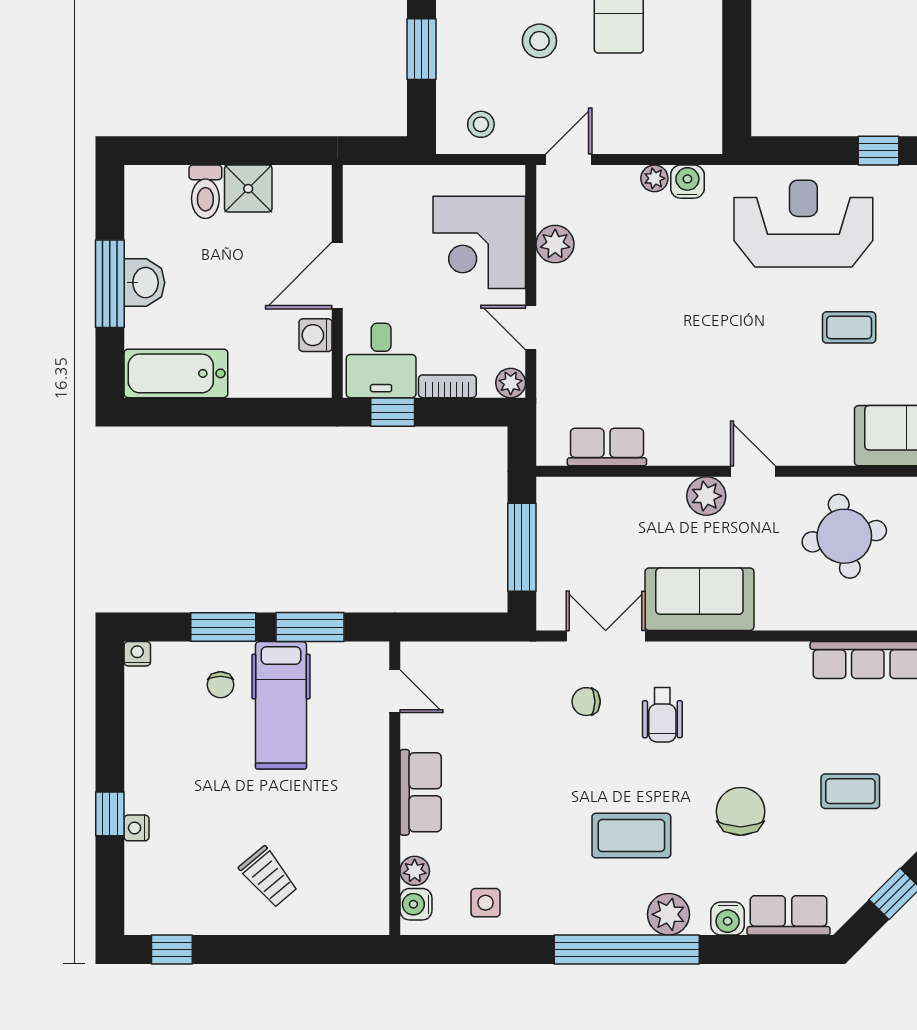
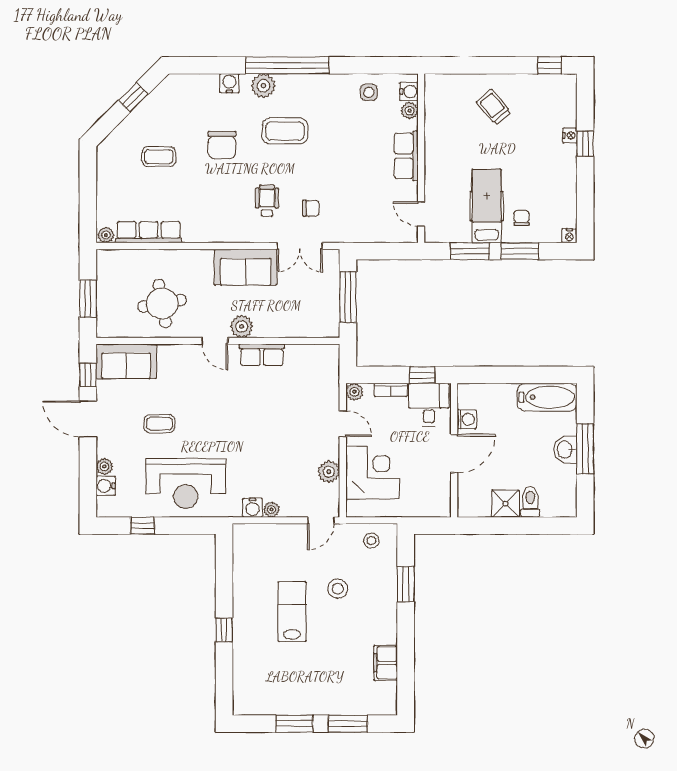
row of seats: (607, 447) -> (262, 355), moved
row of seats: (789, 915) -> (194, 85), removed

